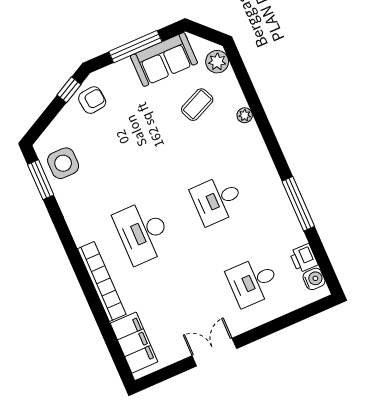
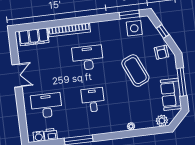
window: (69, 90) -> (163, 31), moved
coffee table: (197, 105) -> (135, 71), moved, width x1.86, depth x1.72
desk: (253, 282) -> (47, 106), width x1.37

